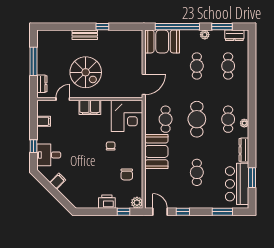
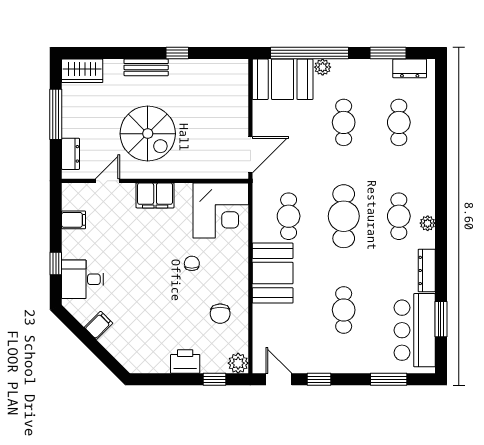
plant: (205, 35) -> (323, 67), moved
wardrobe: (48, 37) -> (82, 71), added

